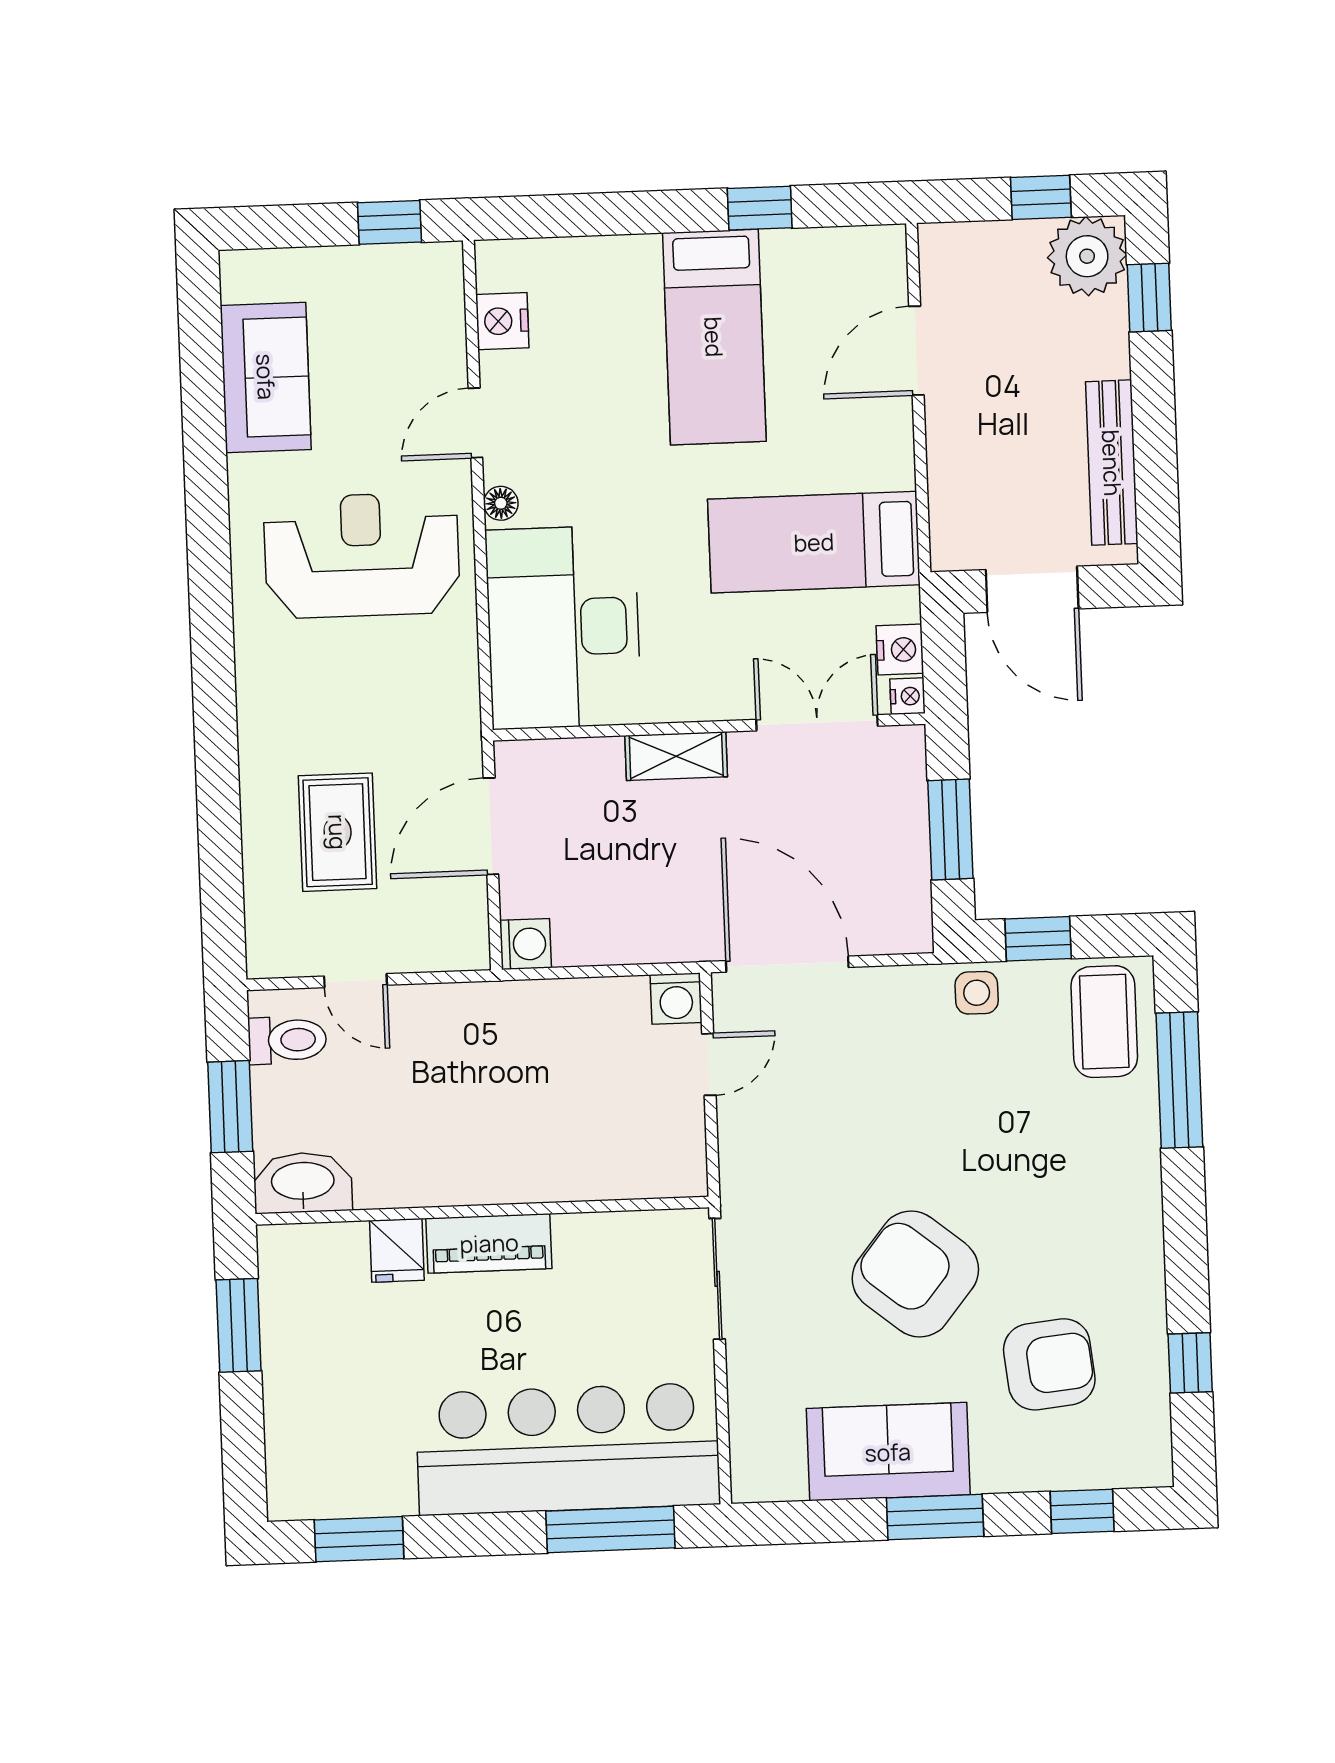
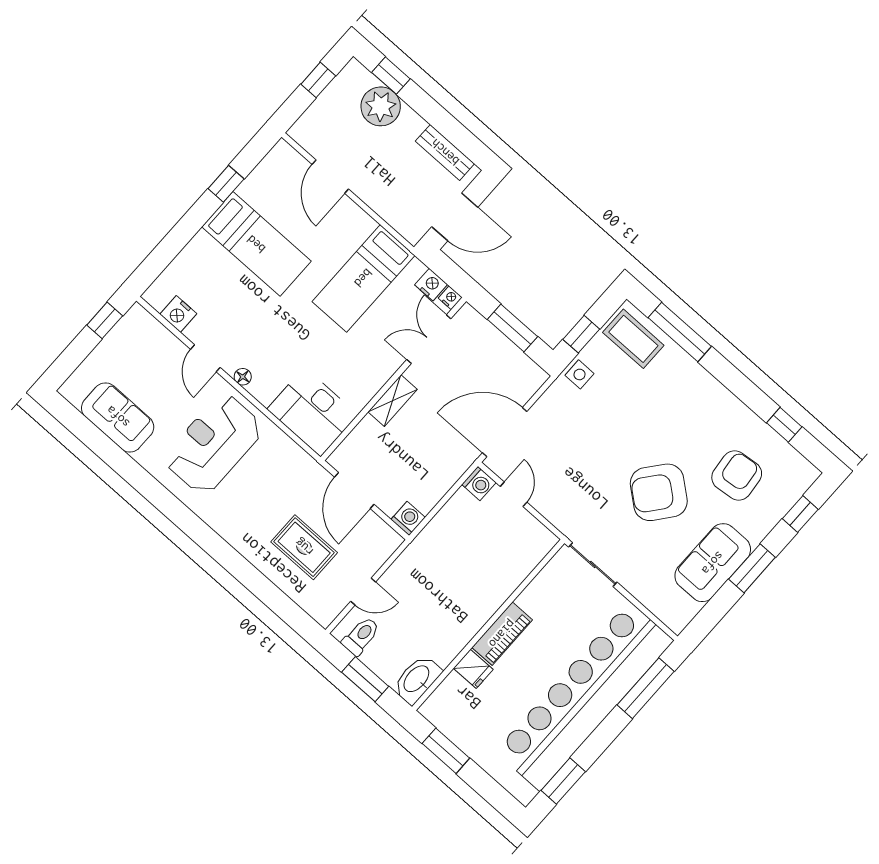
plant: (1087, 256) -> (381, 106), moved
bench: (1112, 463) -> (445, 152), width x0.73
desk: (563, 627) -> (312, 412), width x0.73, depth x0.77
bar counter: (568, 1449) -> (584, 696), width x1.36

